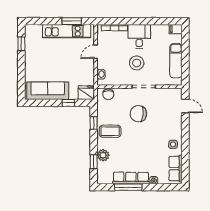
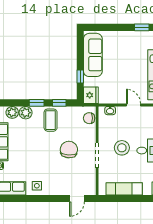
window: (94, 162) -> (37, 103), moved
plant: (103, 168) -> (12, 112), added

